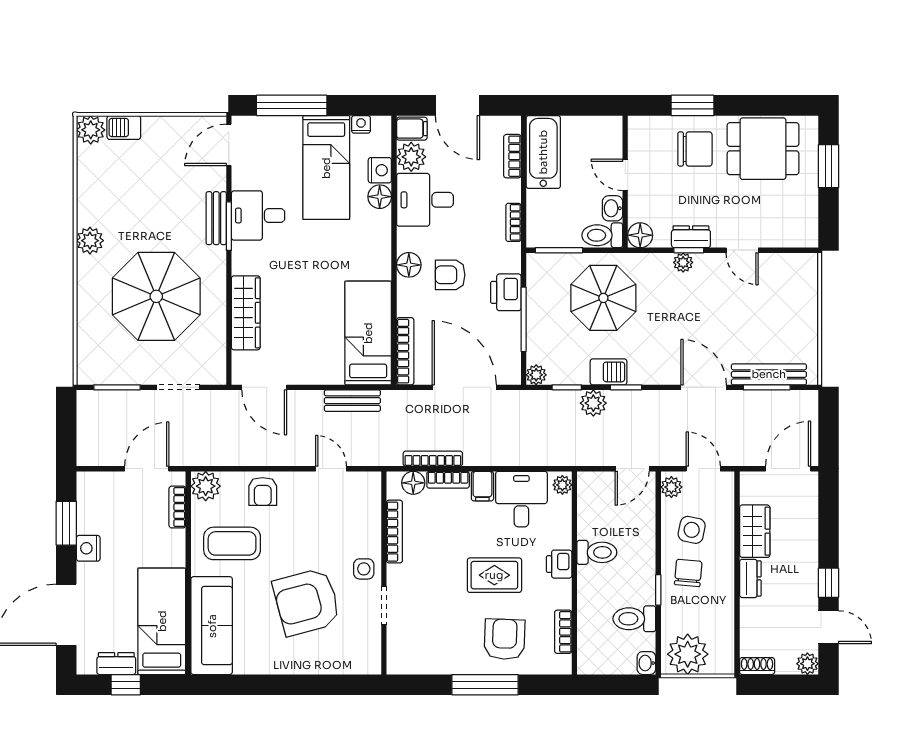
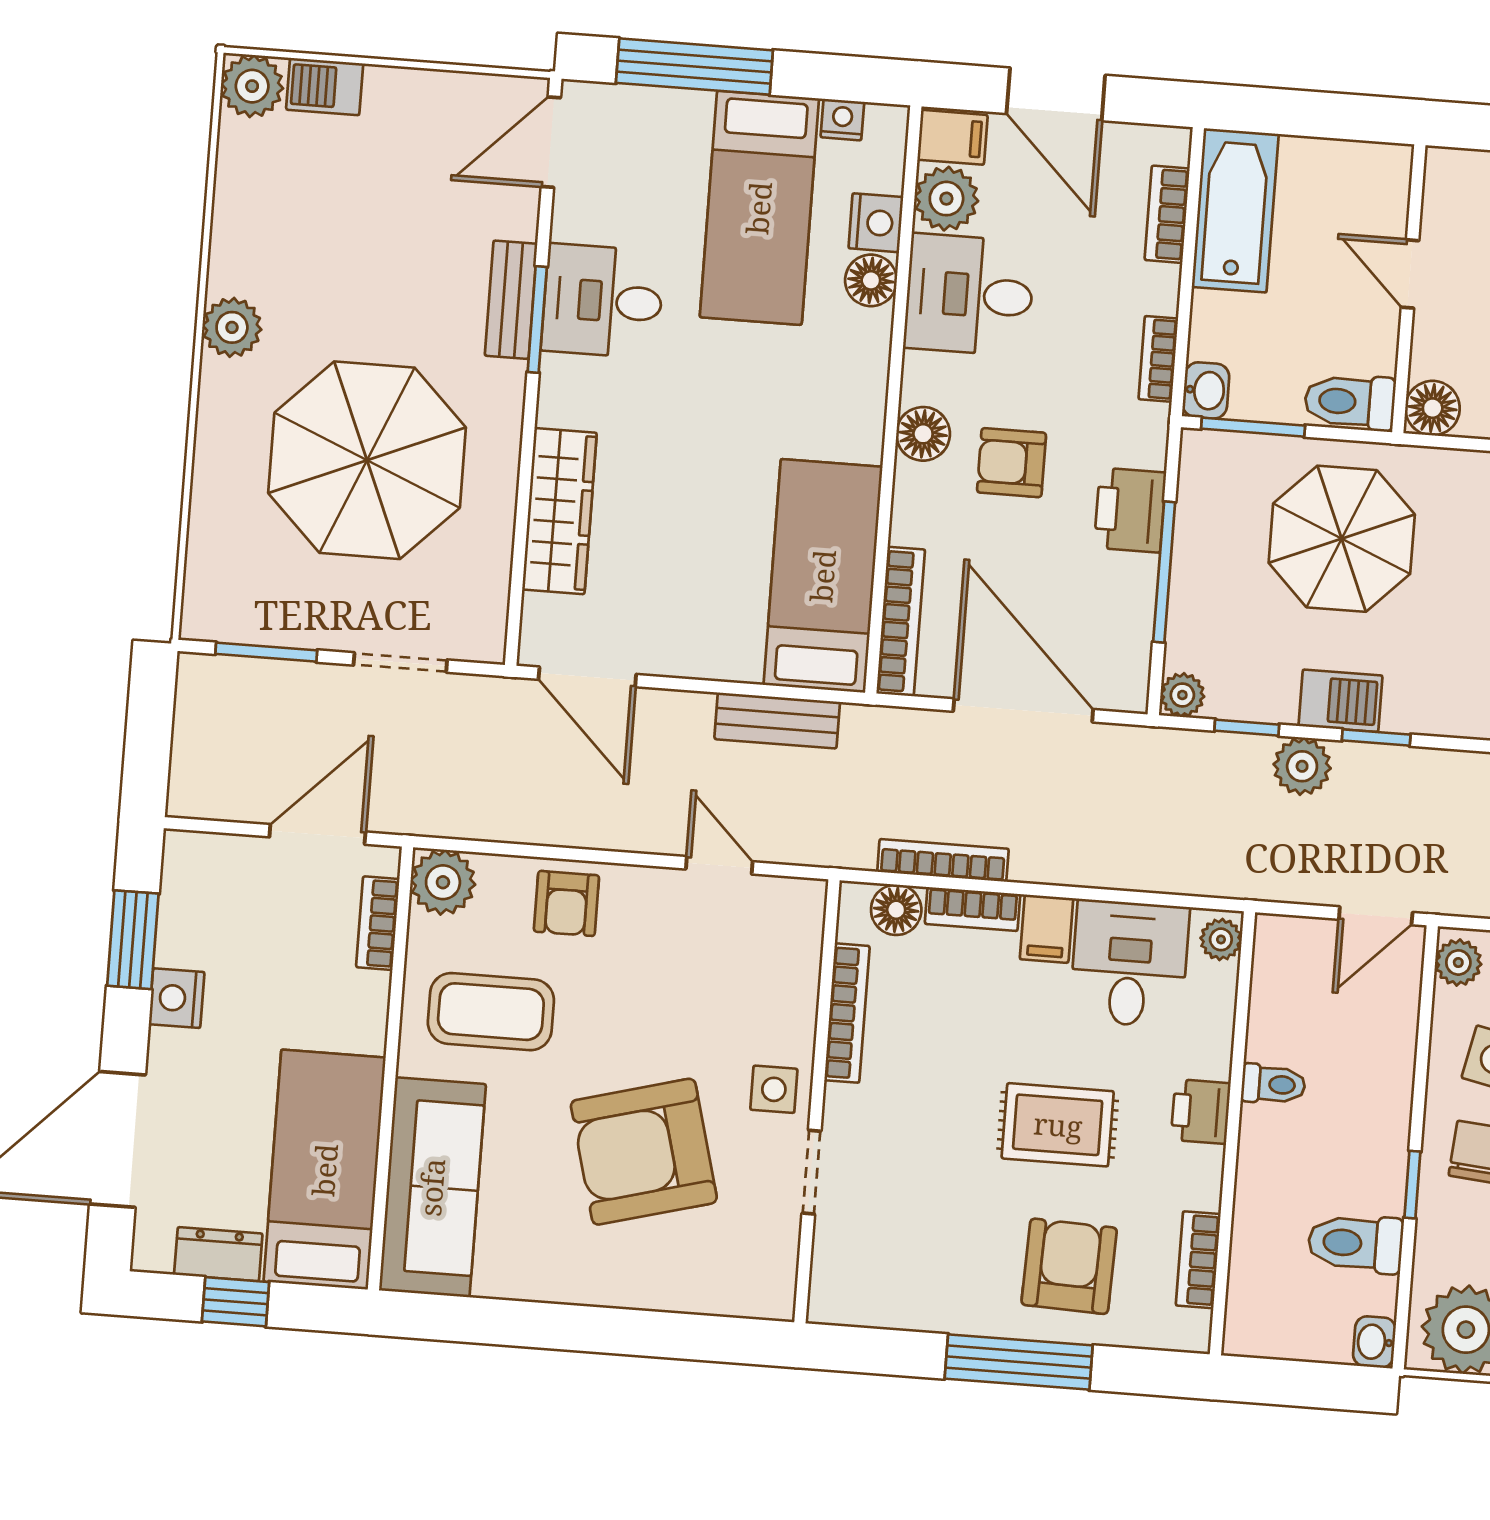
washbasin: (613, 208) -> (1206, 390), moved, turned 180
toilet: (597, 552) -> (1273, 1084), width x0.73, depth x0.72

